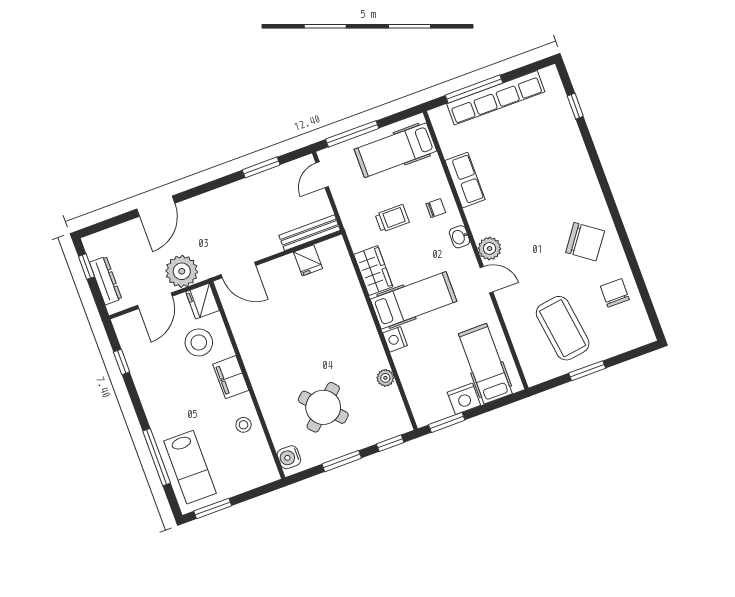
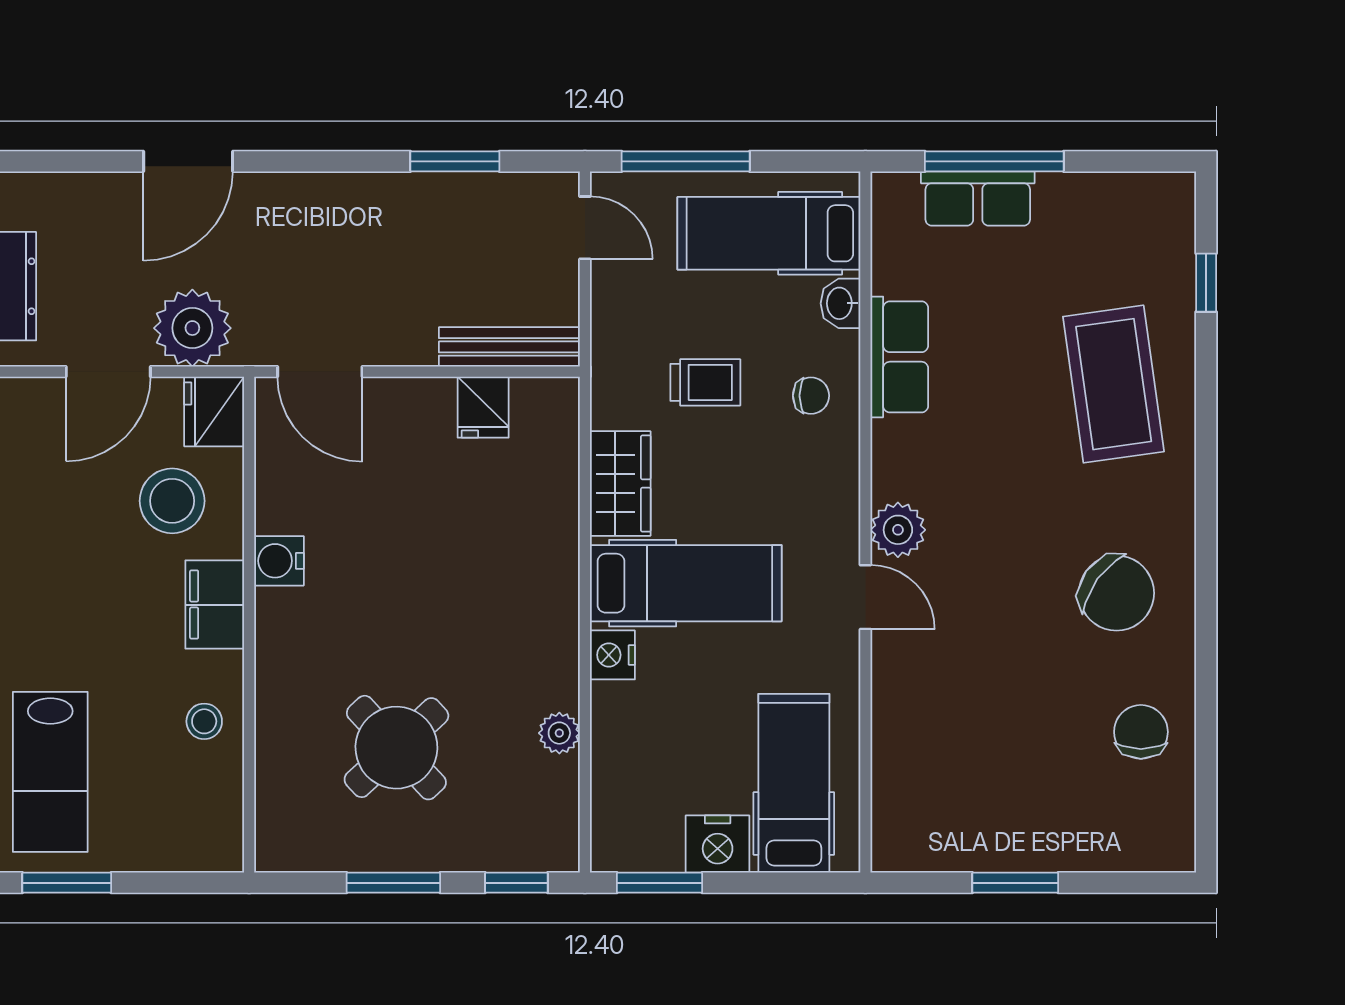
row of seats: (496, 98) -> (978, 198), width x0.50
door: (322, 175) -> (585, 228), swing flipped
washbasin: (459, 237) -> (840, 303), moved
coffee table: (563, 328) -> (1114, 384), moved
water cooler: (289, 457) -> (279, 561), moved

